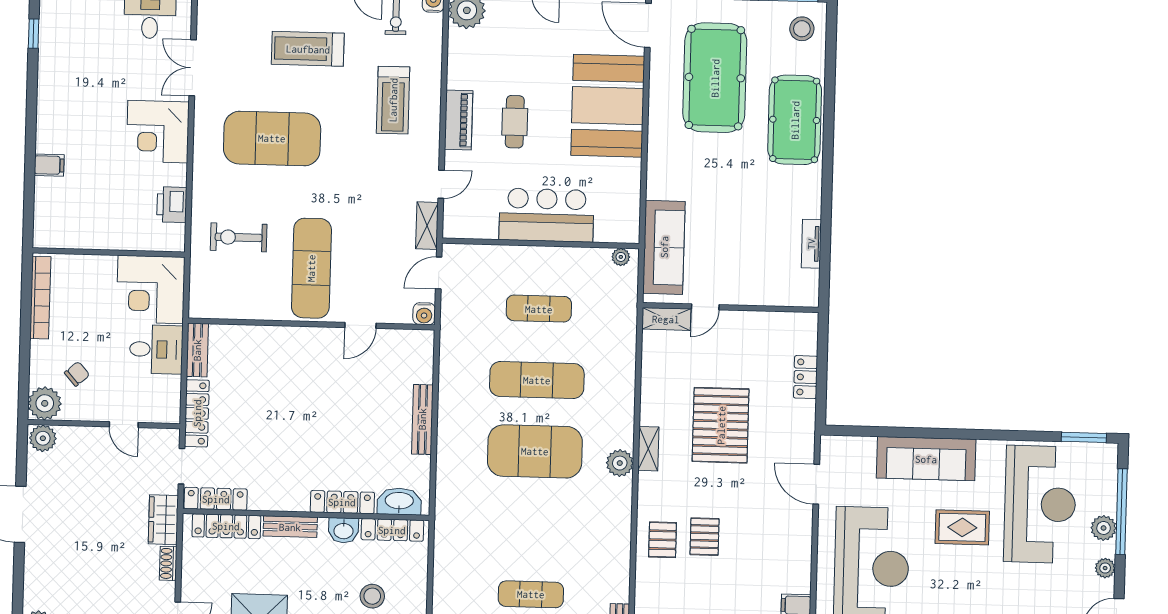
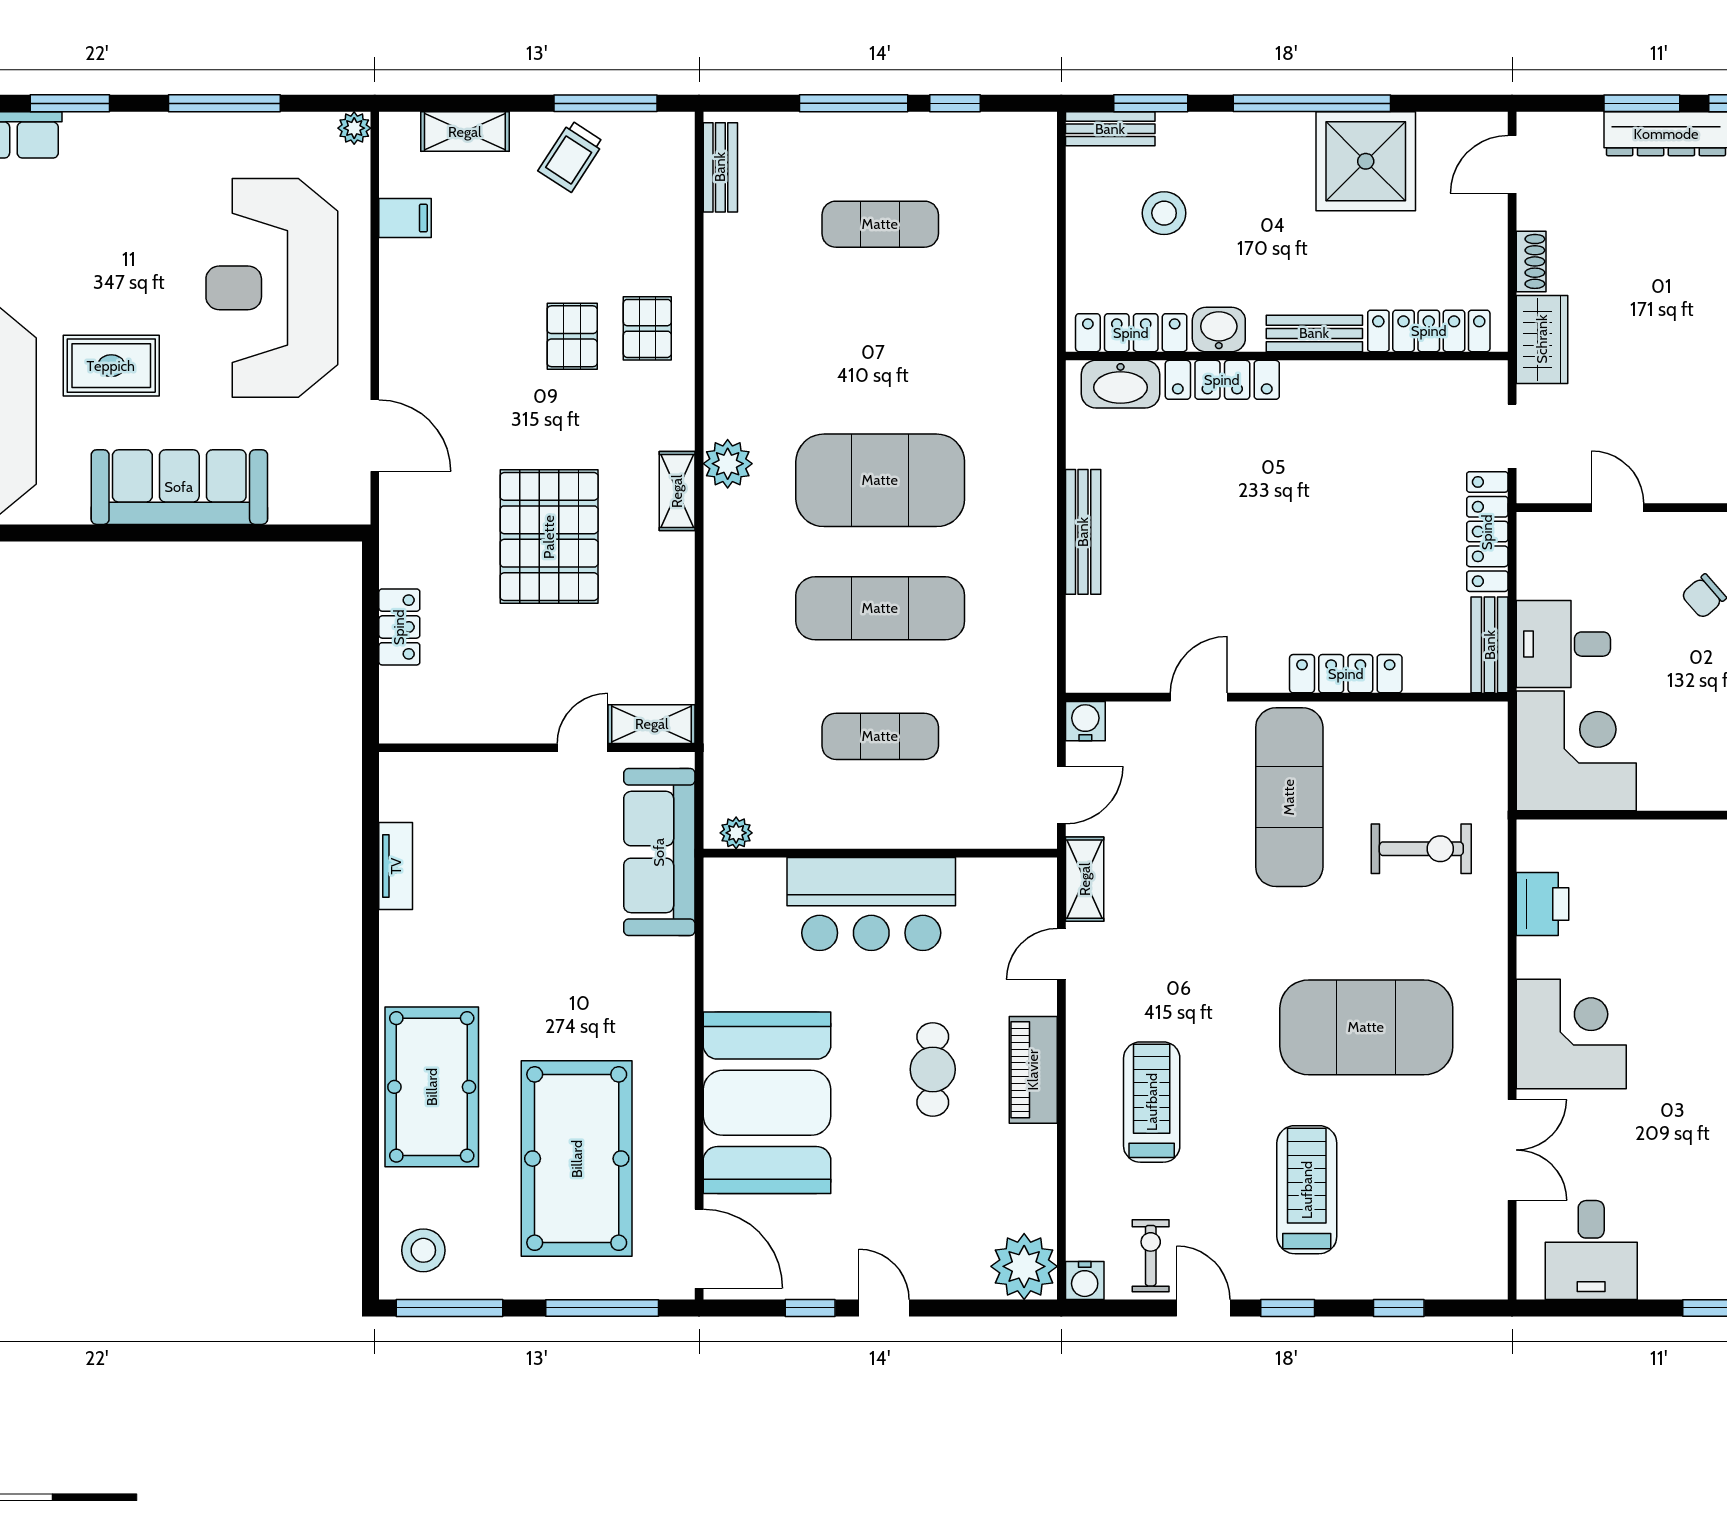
treadmill: (308, 49) -> (1307, 1190), turned -90
locker: (216, 499) -> (1346, 674), moved, turned 180

